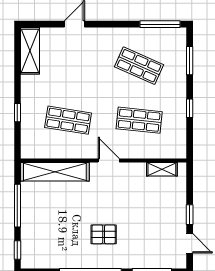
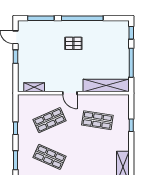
shop shelf: (139, 120) -> (49, 120), turned -30

